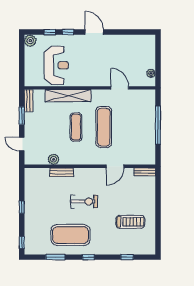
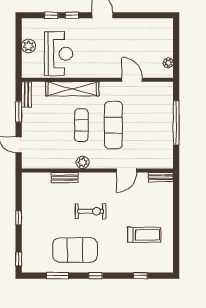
plant: (30, 41) -> (28, 46), moved
plant: (54, 159) -> (83, 162), moved

